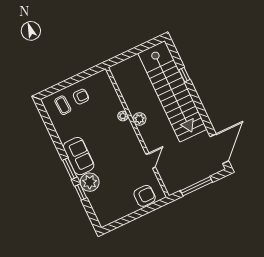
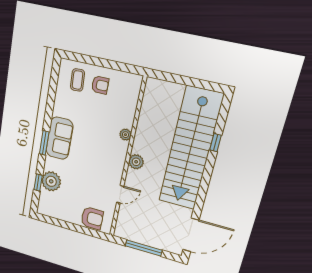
plant: (139, 119) -> (136, 162), moved
plant: (90, 182) -> (51, 181), moved
window: (81, 192) -> (38, 183), moved

